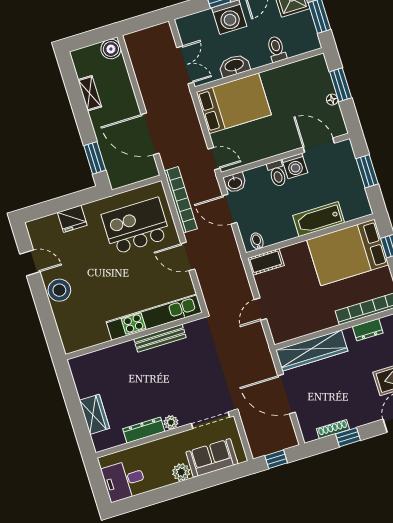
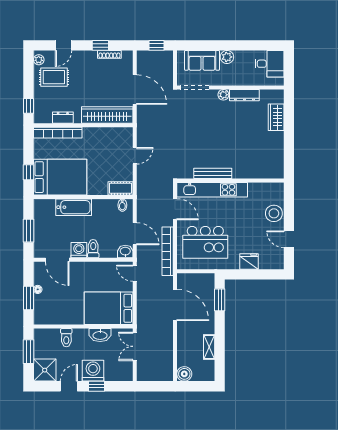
kitchen unit: (154, 317) -> (212, 190), moved
wall: (134, 336) -> (230, 181), moved
bench: (160, 338) -> (213, 173), moved

